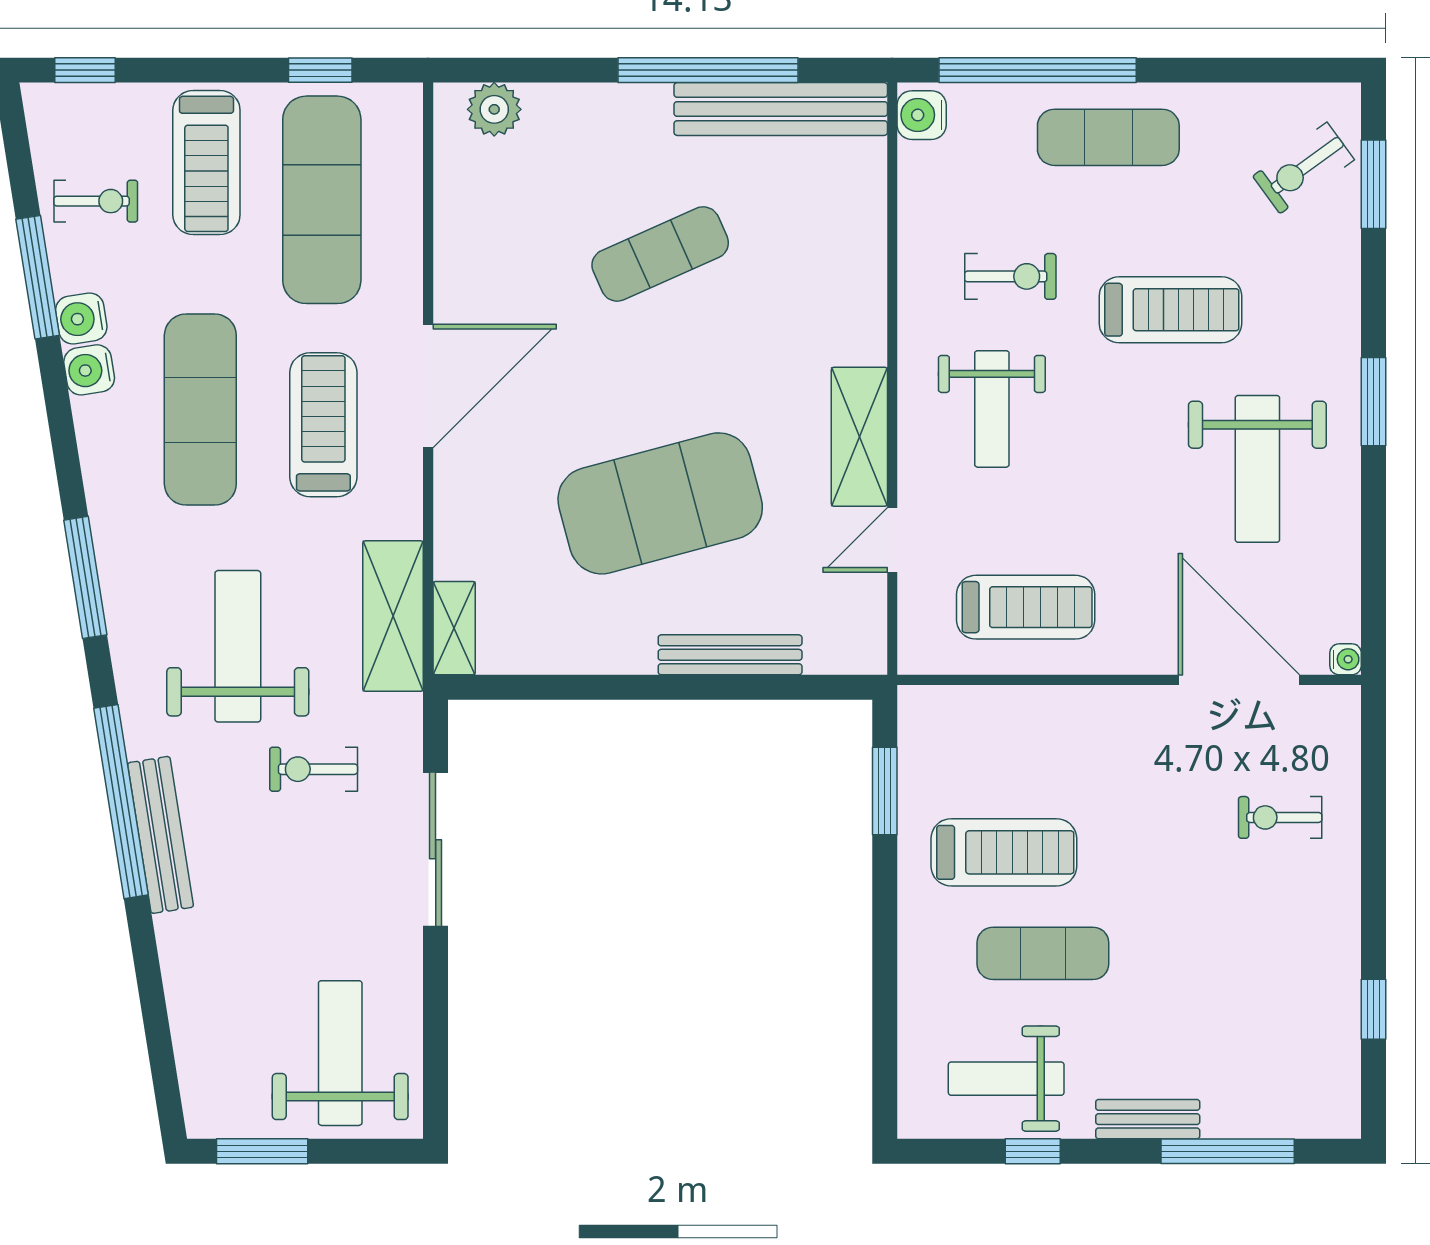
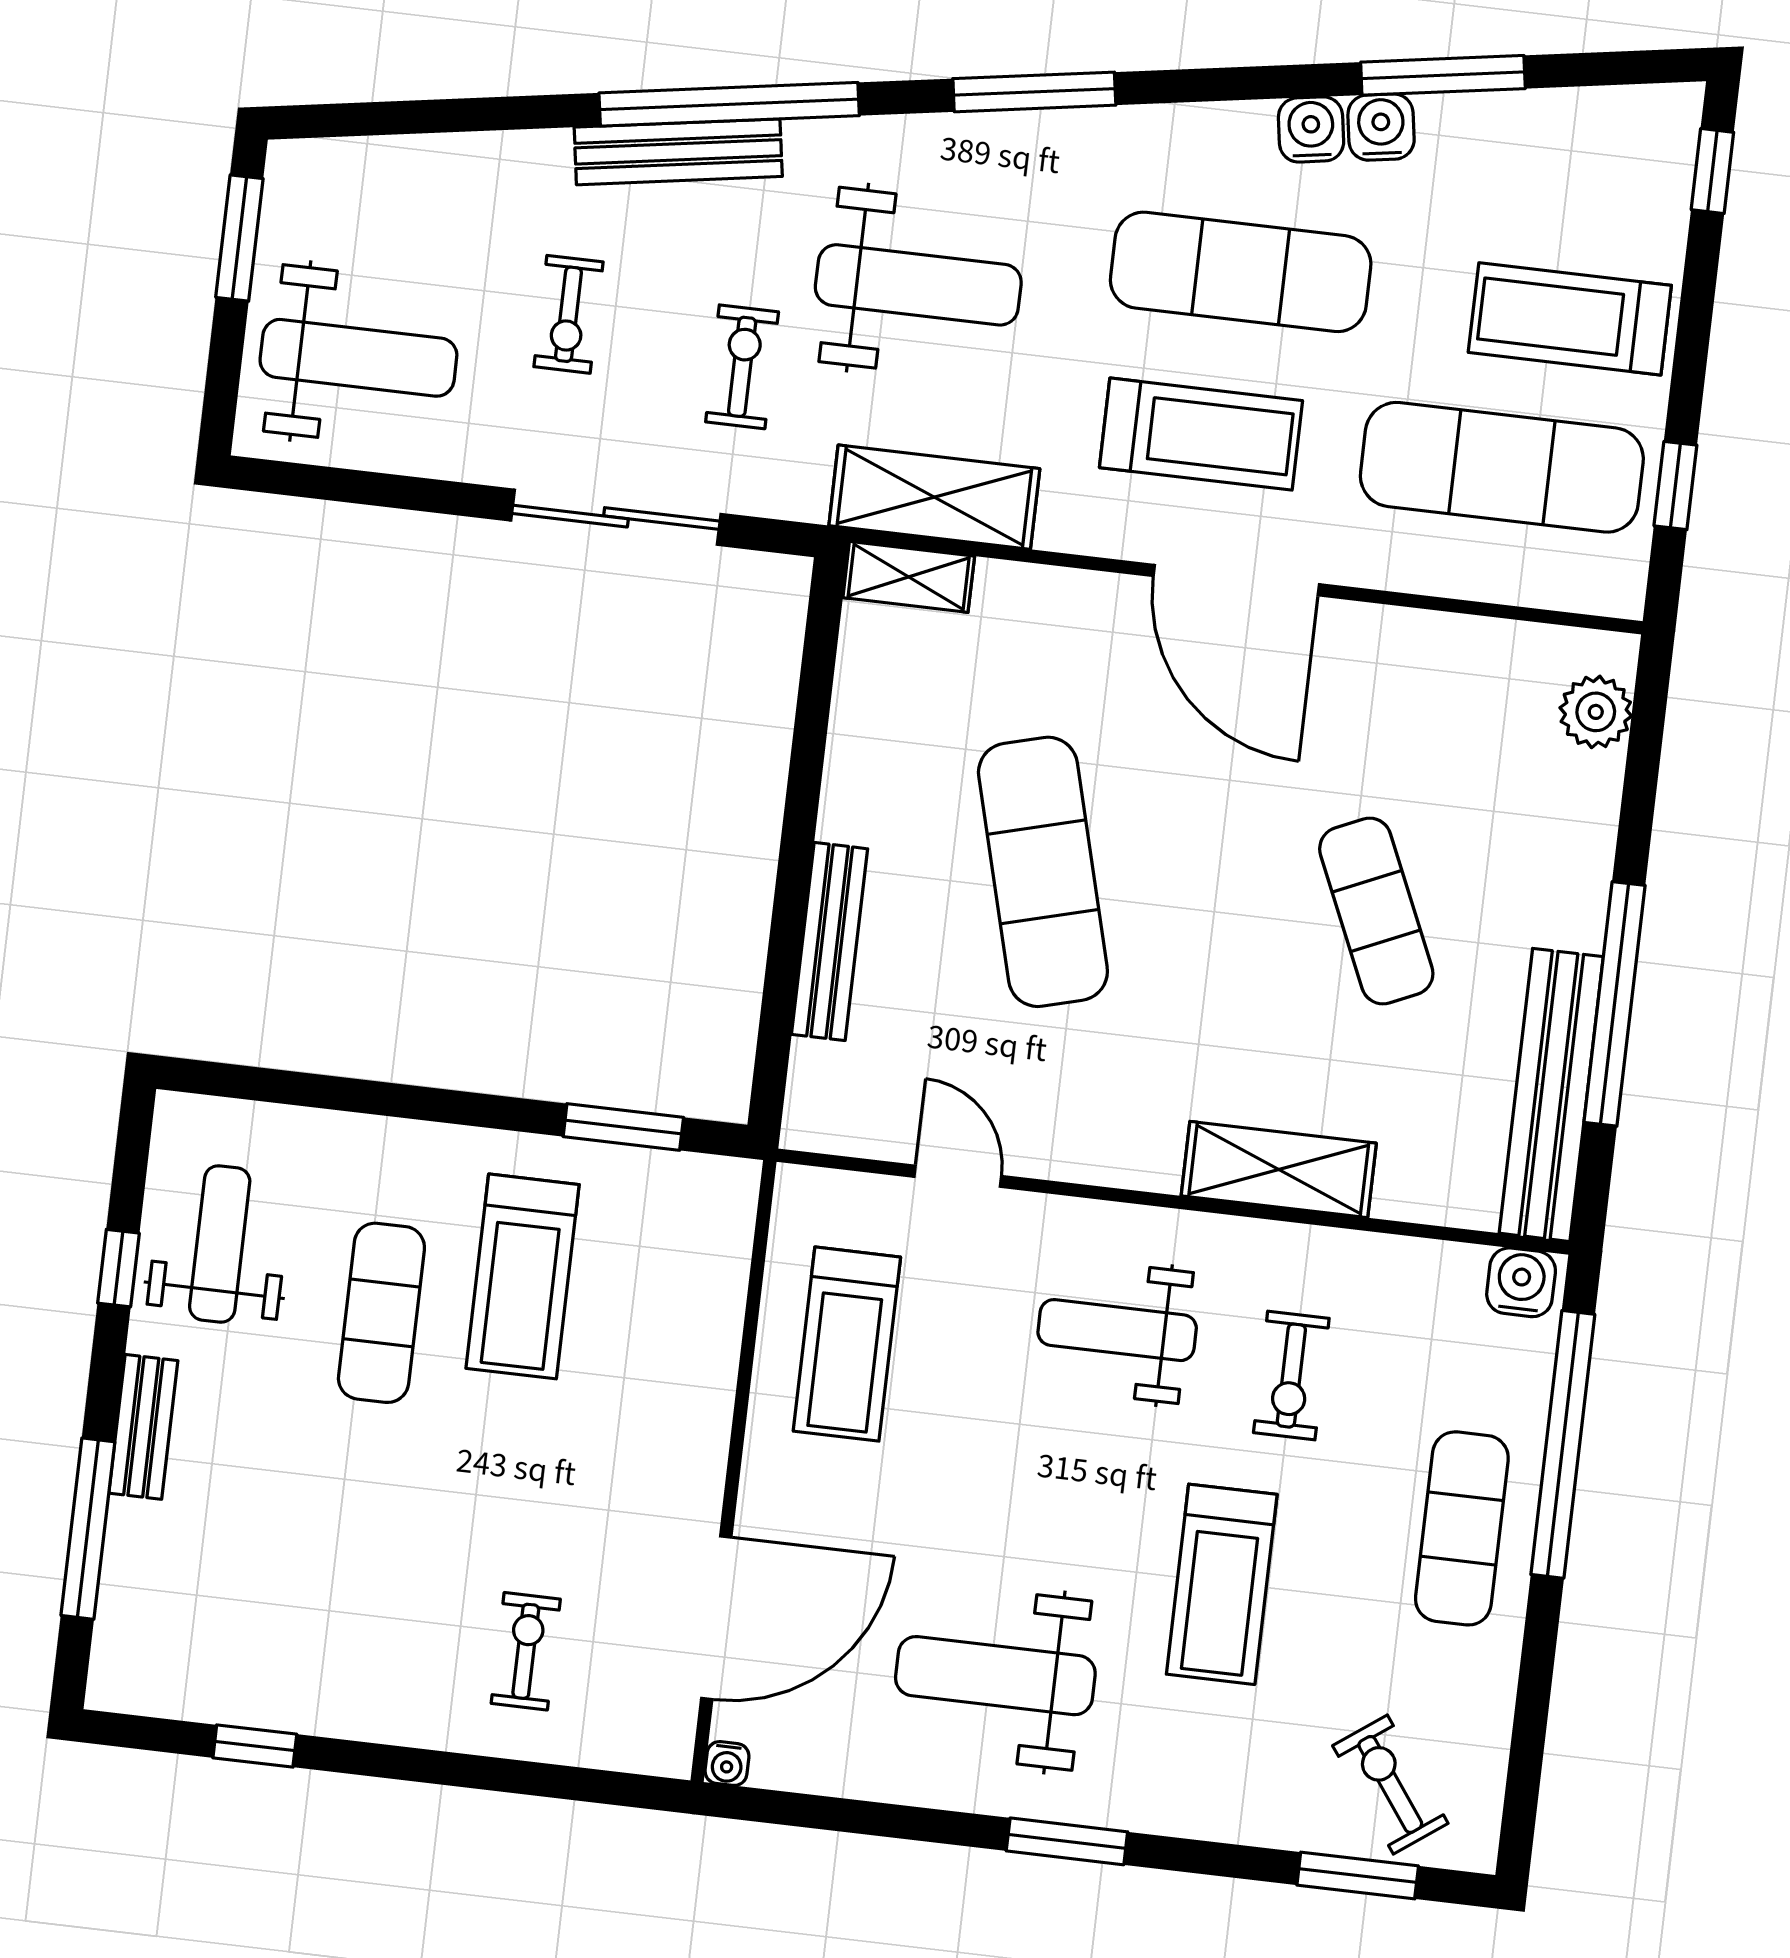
exercise bike: (96, 201) -> (569, 314), moved
shelving: (859, 437) -> (1279, 1170), moved
exercise mat: (660, 503) -> (1043, 872), width x0.68

